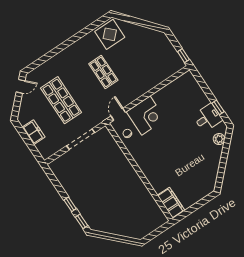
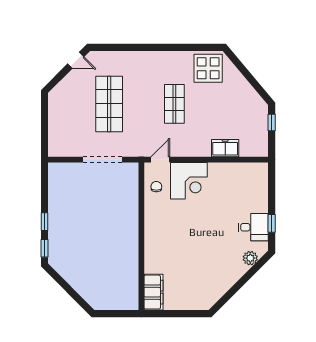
window: (183, 56) -> (272, 122), moved
freezer: (34, 132) -> (225, 148), moved, turned -90

